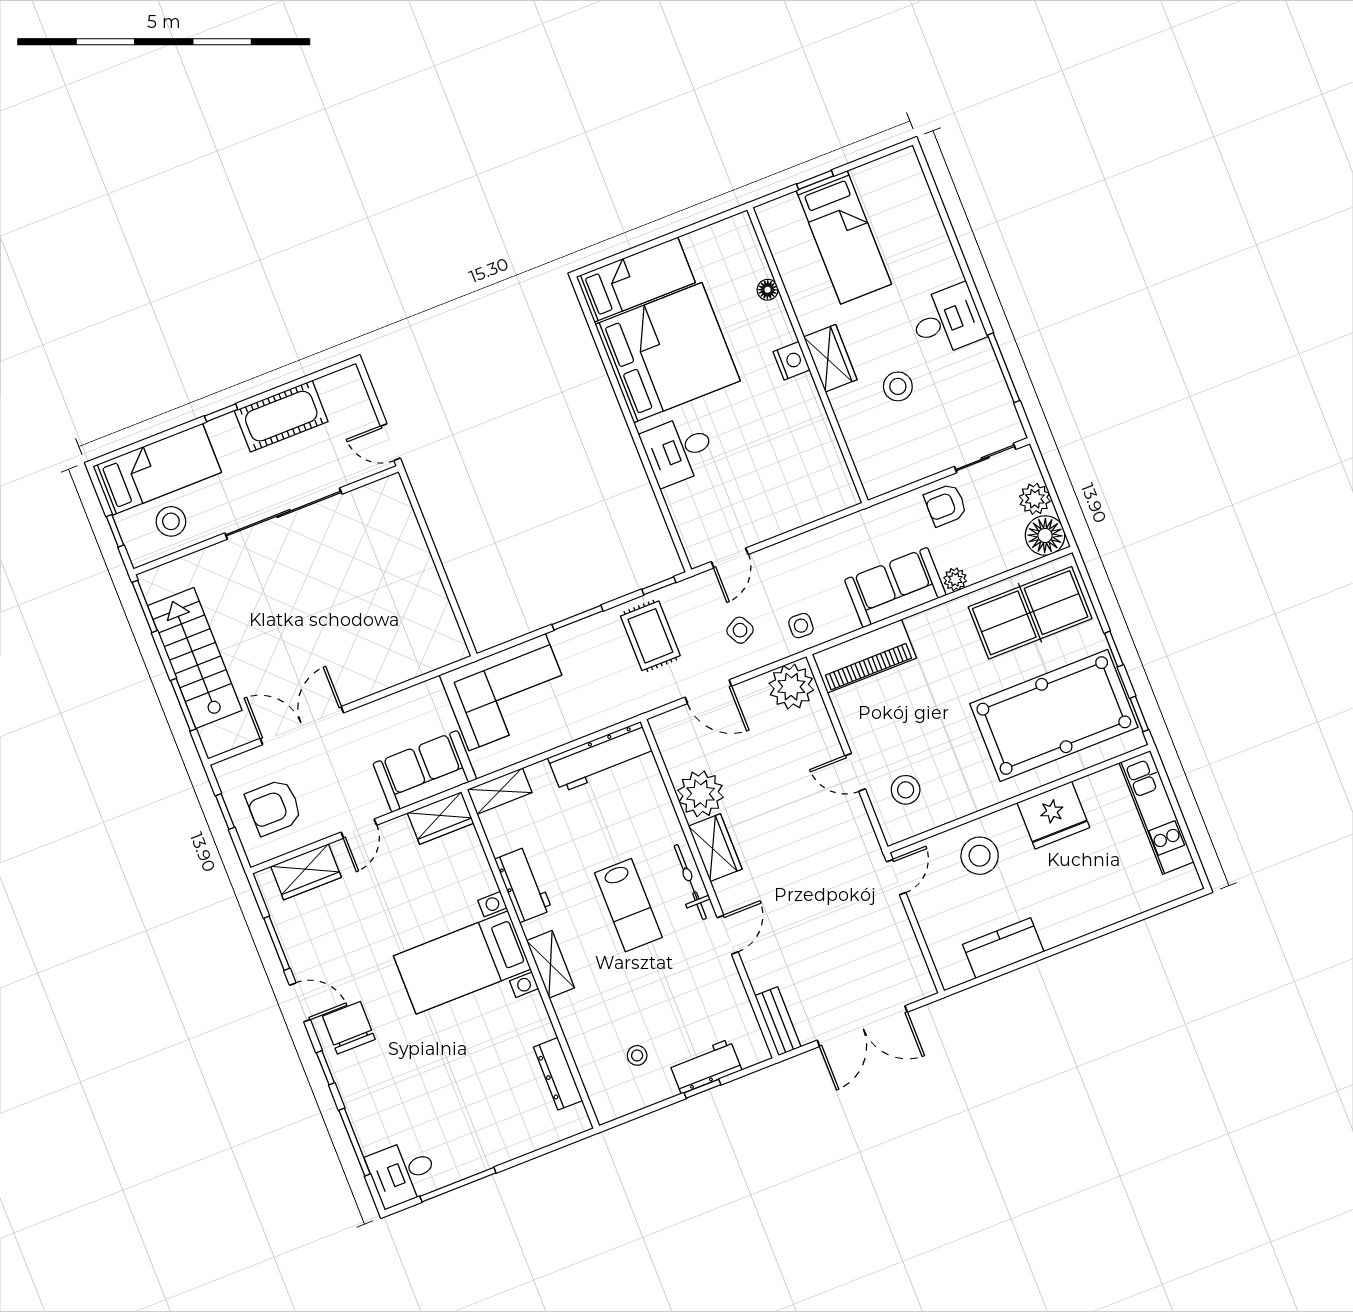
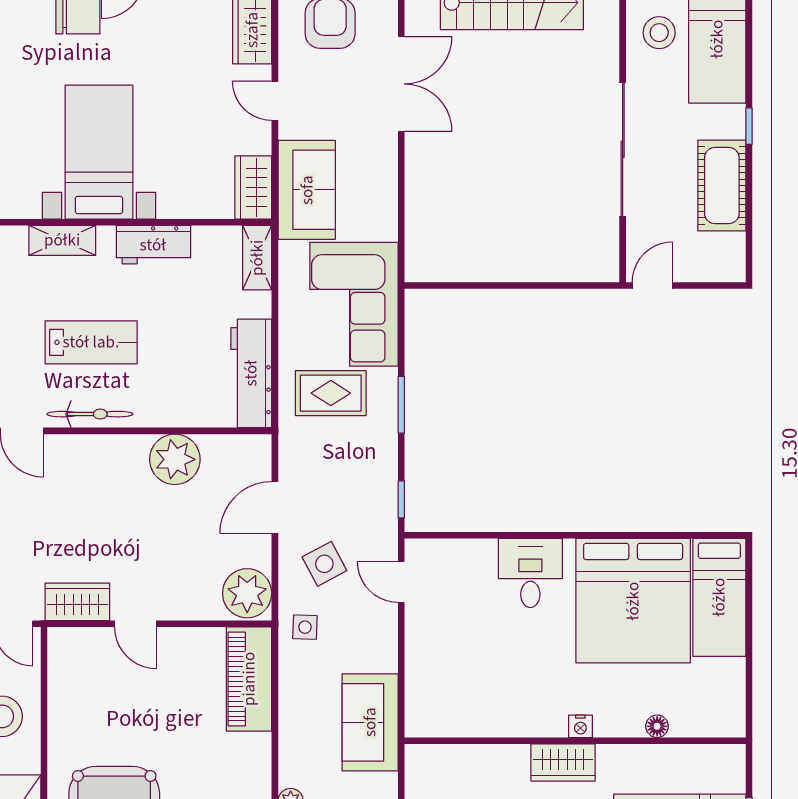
nightstand: (792, 361) -> (580, 726), width x0.72, depth x0.74
sofa: (895, 587) -> (370, 722), moved, turned 180
side table: (740, 630) -> (324, 564), width x1.37, depth x1.37
rug: (650, 636) -> (331, 393), moved
door: (855, 772) -> (135, 624), swing flipped
stool: (906, 790) -> (98, 668), removed
wardrobe: (715, 848) -> (77, 602), moved, turned 180
lab bench: (628, 905) -> (91, 342), turned 180

